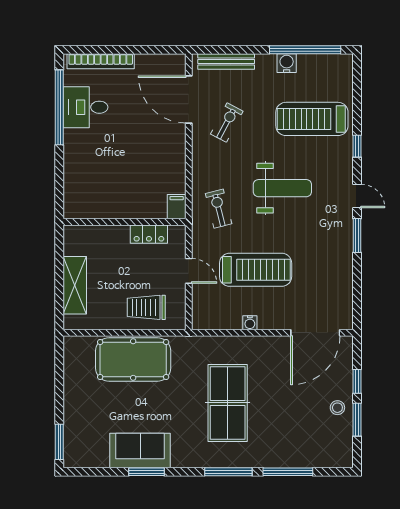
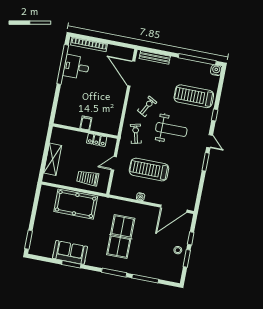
water cooler: (287, 63) -> (216, 70), moved
exercise bike: (227, 123) -> (147, 106), moved
filing cabinet: (177, 207) -> (86, 123), moved
treadmill: (256, 270) -> (149, 170), turned 180
door: (189, 271) -> (114, 163), swing flipped

